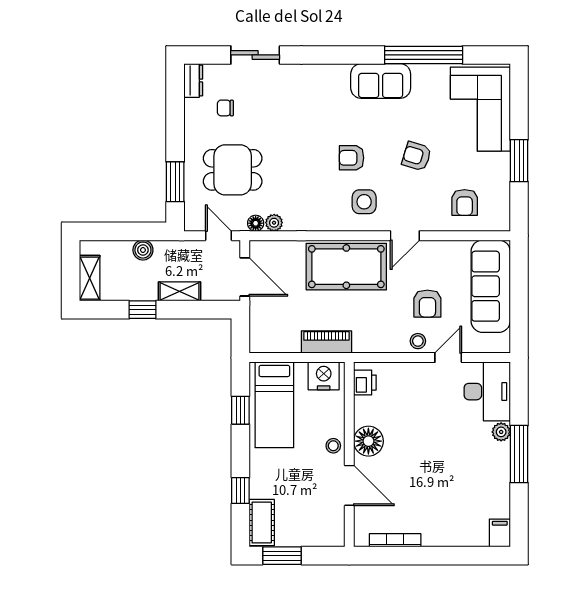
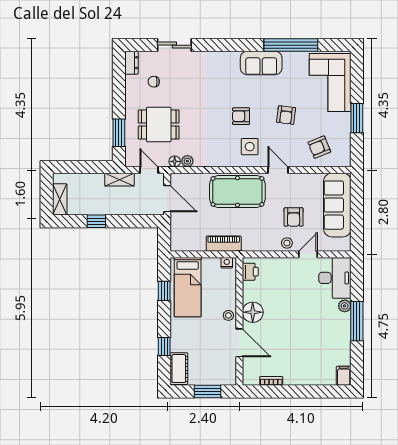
armchair: (417, 156) -> (286, 115), turned -100
armchair: (465, 202) -> (319, 147), turned 68
door: (405, 236) -> (278, 170), swing flipped
boiler: (143, 250) -> (97, 180), removed
shelving: (180, 291) -> (119, 180), moved
nightstand: (324, 376) -> (227, 263), width x0.53, depth x0.56
bookcase: (395, 540) -> (271, 381), width x0.64
window: (282, 556) -> (207, 391), moved

